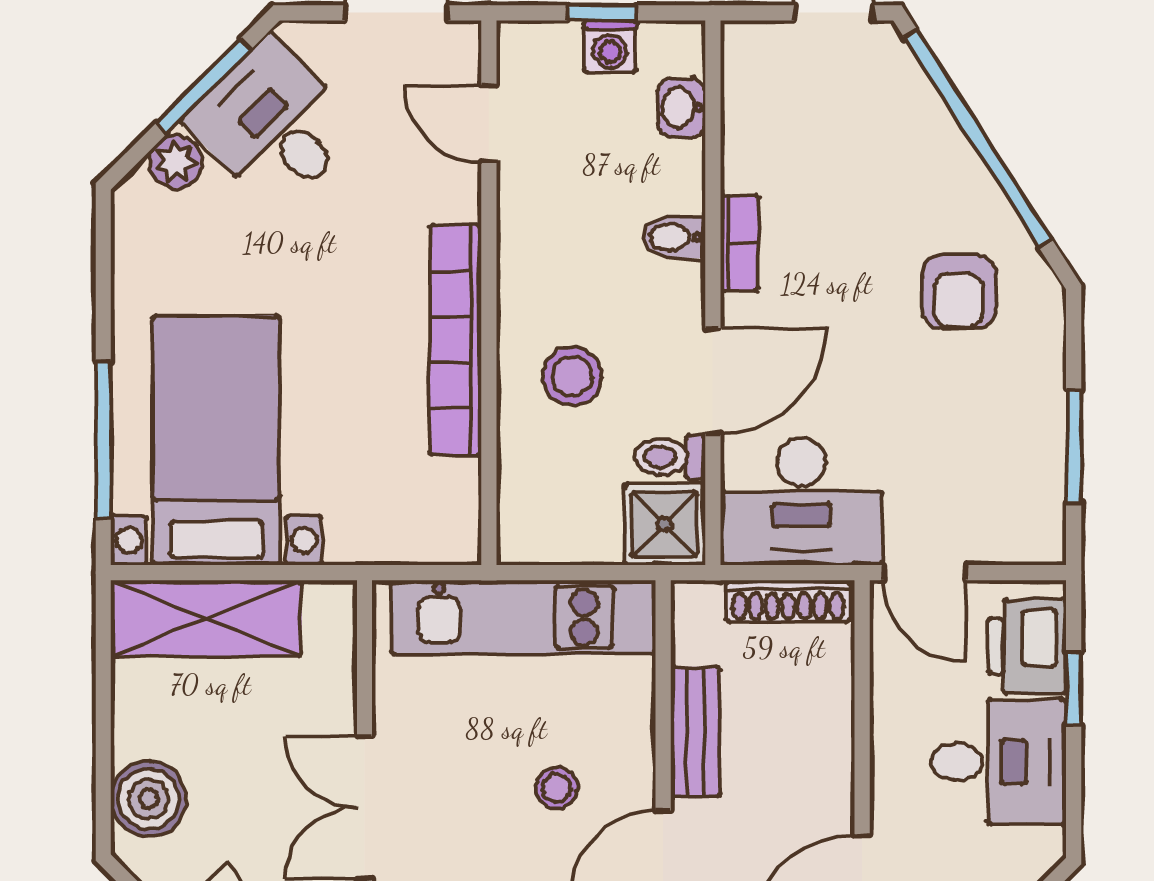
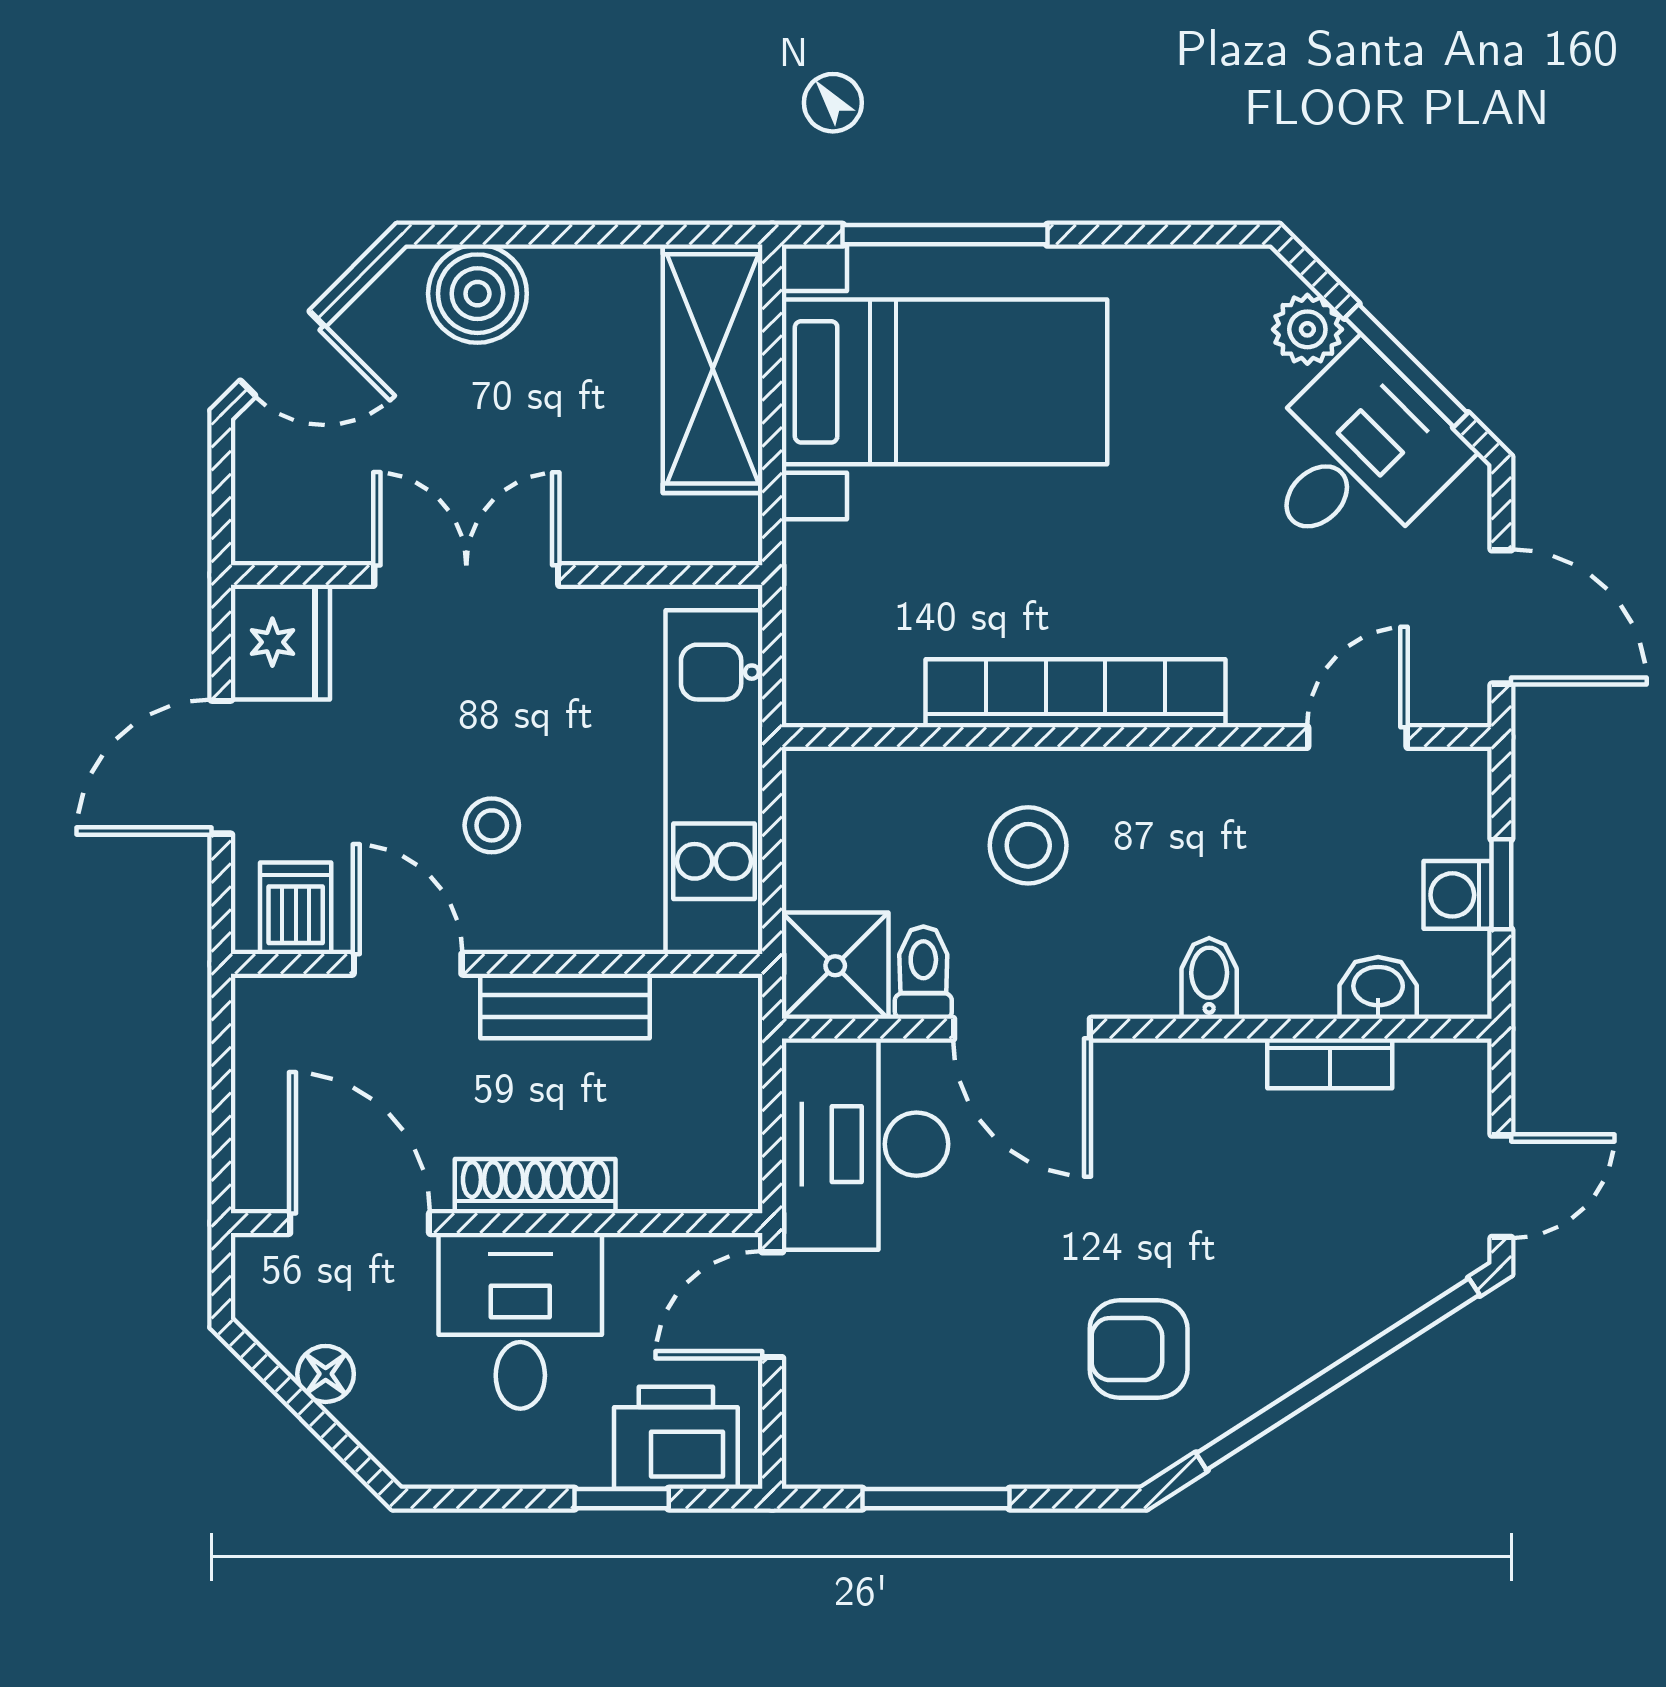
bookcase: (739, 243) -> (1330, 1063), moved
shoe rack: (788, 601) -> (535, 1186), moved, turned 90
desk: (999, 762) -> (520, 1321), moved, turned 180

